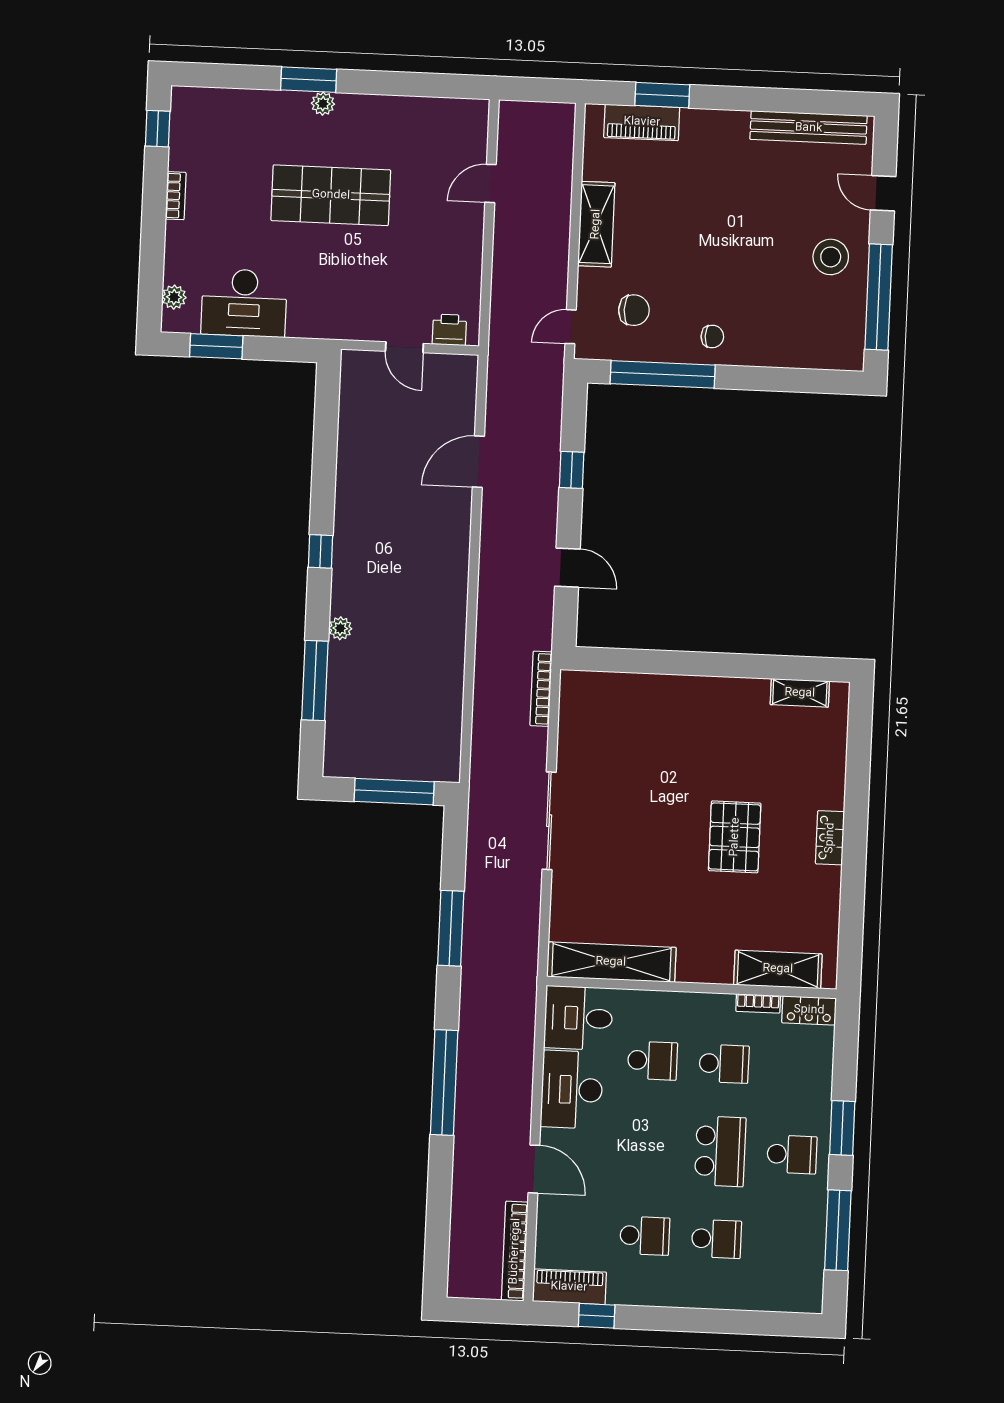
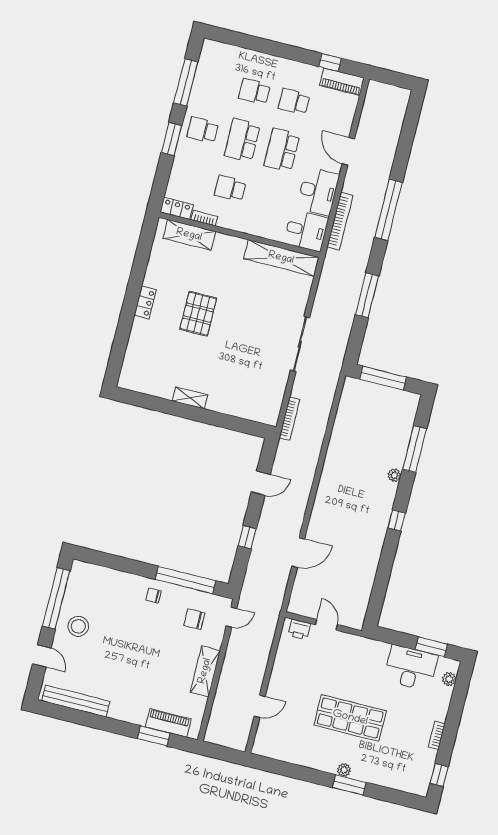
door: (567, 568) -> (261, 483), swing flipped
shelving: (800, 693) -> (190, 398), moved
school desk: (652, 1061) -> (282, 150), moved, width x1.85
bookcase: (515, 1251) -> (340, 221), moved

